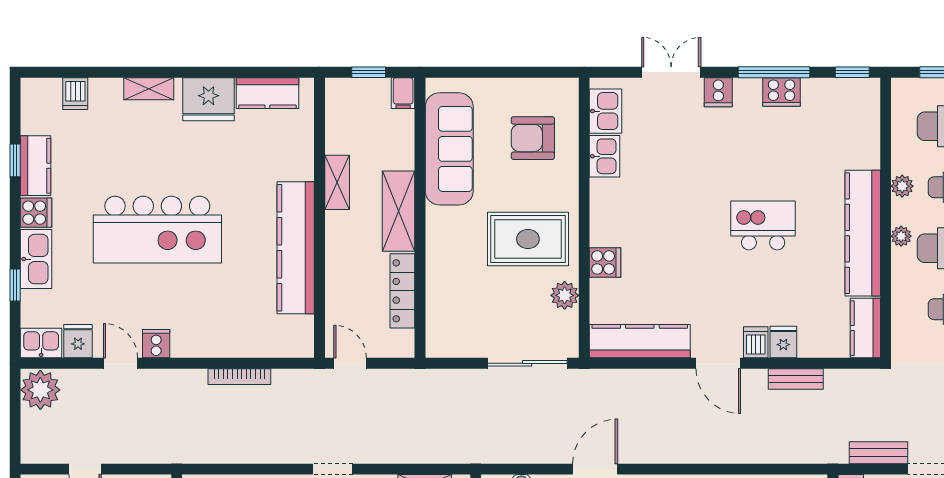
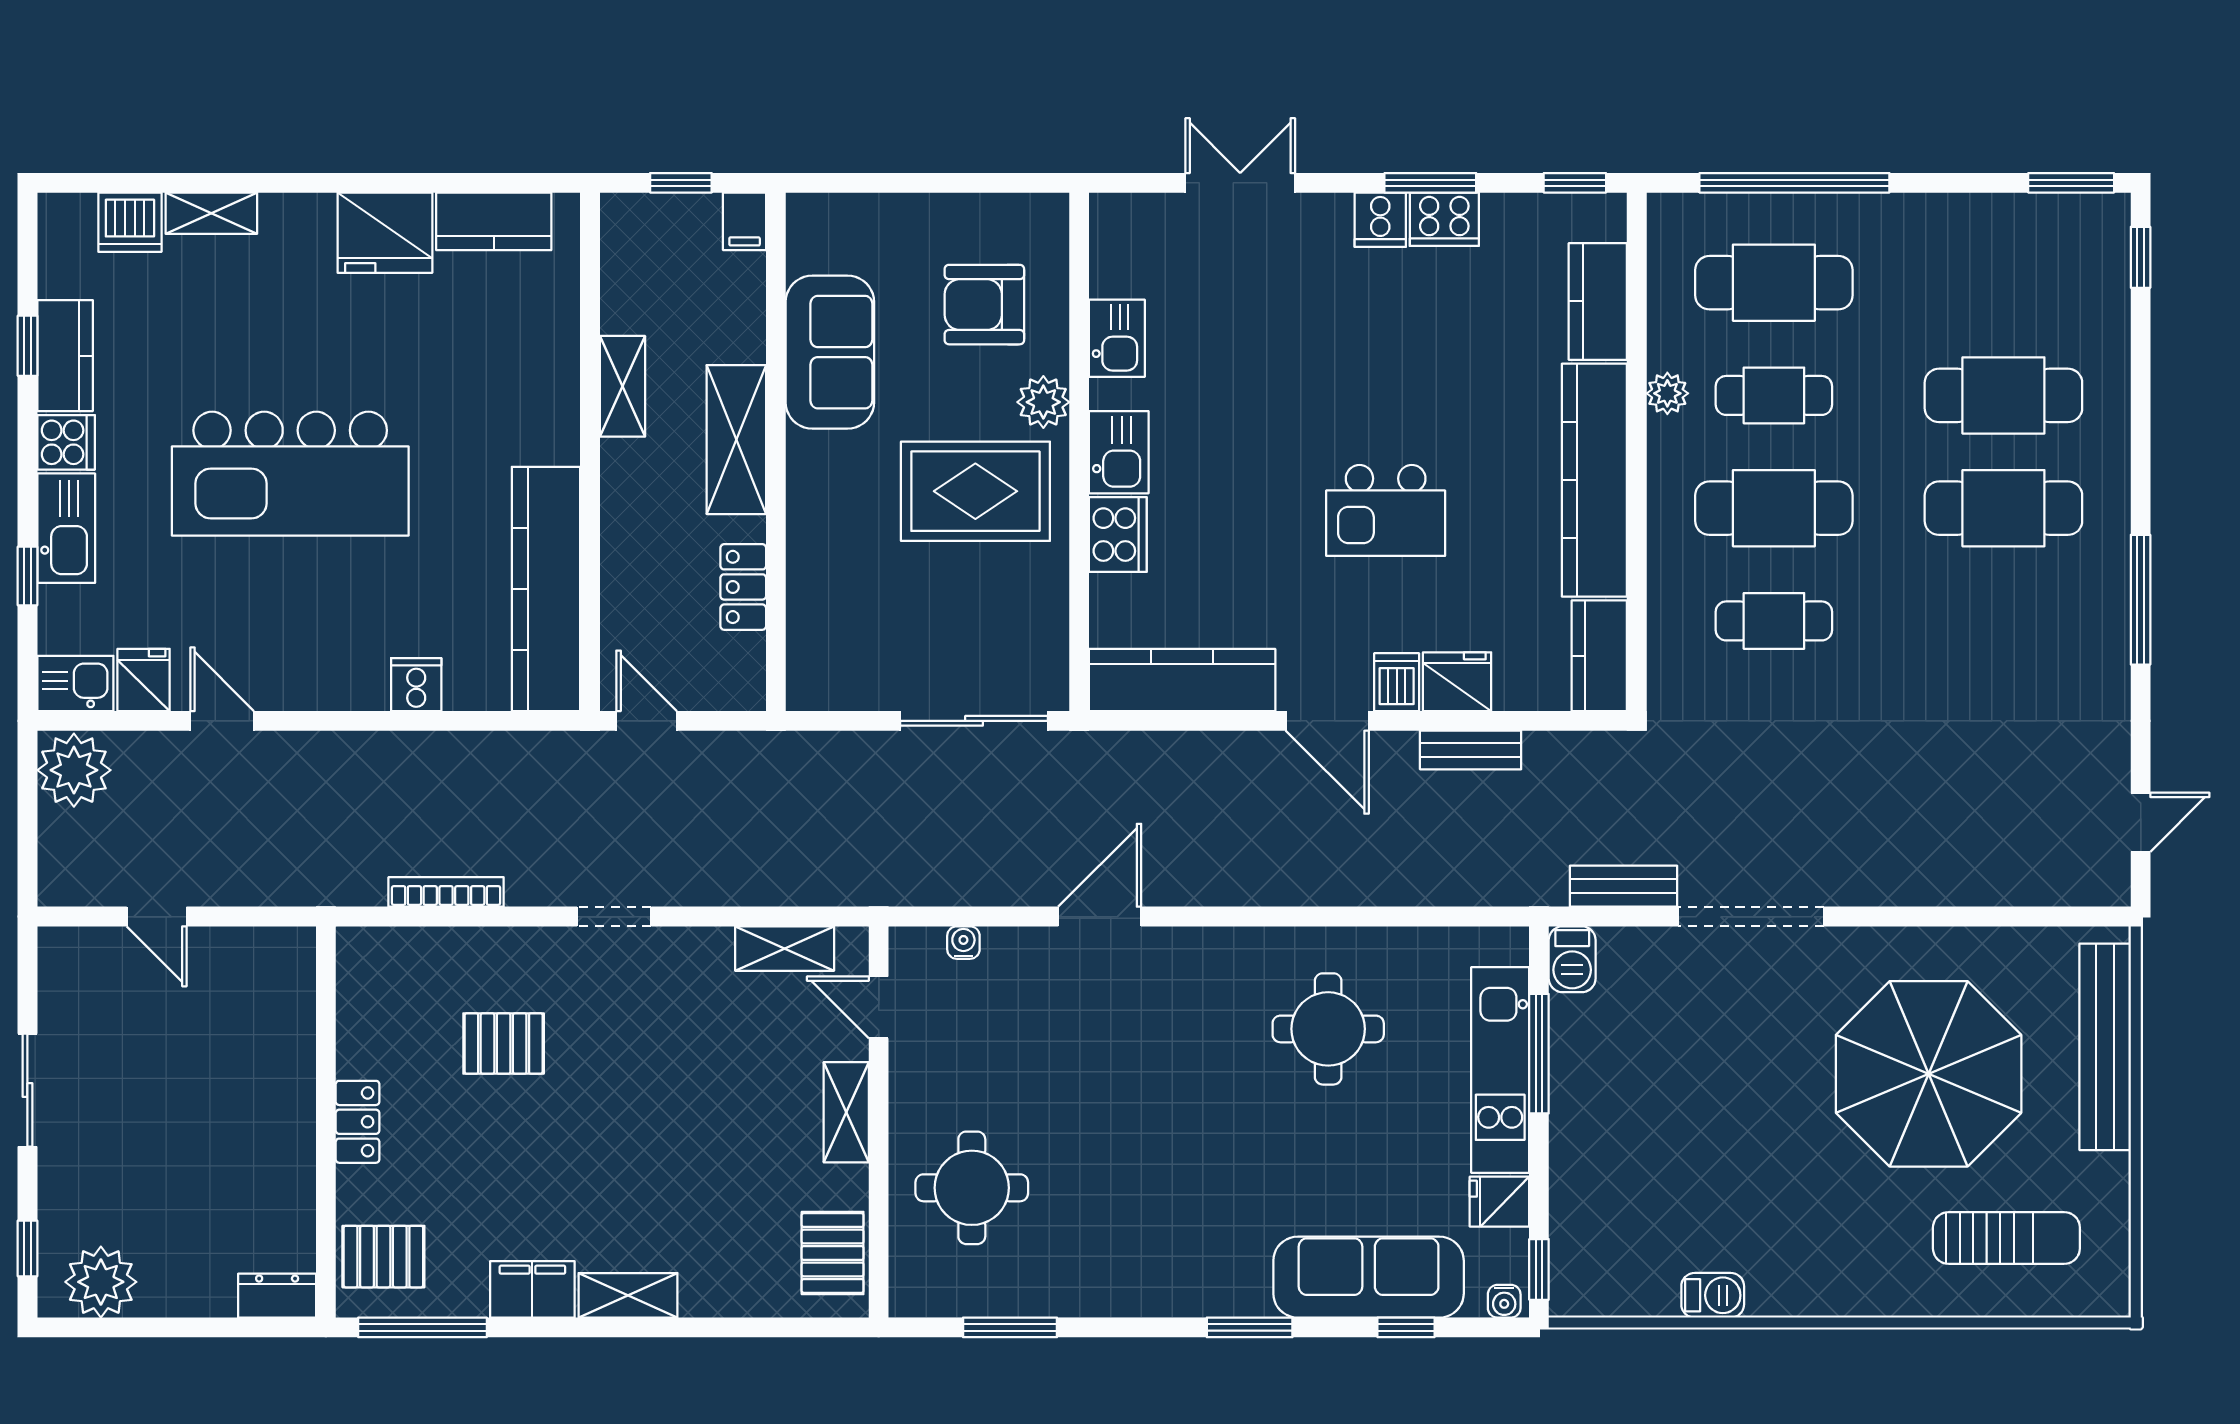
window: (774, 72) -> (1430, 183), width x0.69
shelving: (149, 89) -> (211, 213), moved
cooker: (718, 92) -> (1380, 220), moved
dishwasher: (75, 94) -> (130, 222), width x1.38
kitchen sink: (605, 111) -> (1119, 452), moved
kitchen counter: (865, 136) -> (1598, 301), added
sofa: (449, 149) -> (830, 352), width x0.73
kitchen island: (763, 225) -> (1386, 510), moved, turned 180
plant: (901, 236) -> (1665, 486), removed
kitchen counter: (296, 248) -> (546, 589), moved
cooker: (605, 262) -> (1118, 535), width x1.36
locker: (402, 291) -> (743, 587), width x0.66
plant: (565, 295) -> (1043, 402), moved
fridge: (783, 342) -> (1457, 682), width x1.38
cooker: (156, 344) -> (416, 685), moved
bookcase: (239, 377) -> (446, 892), moved, turned 180

